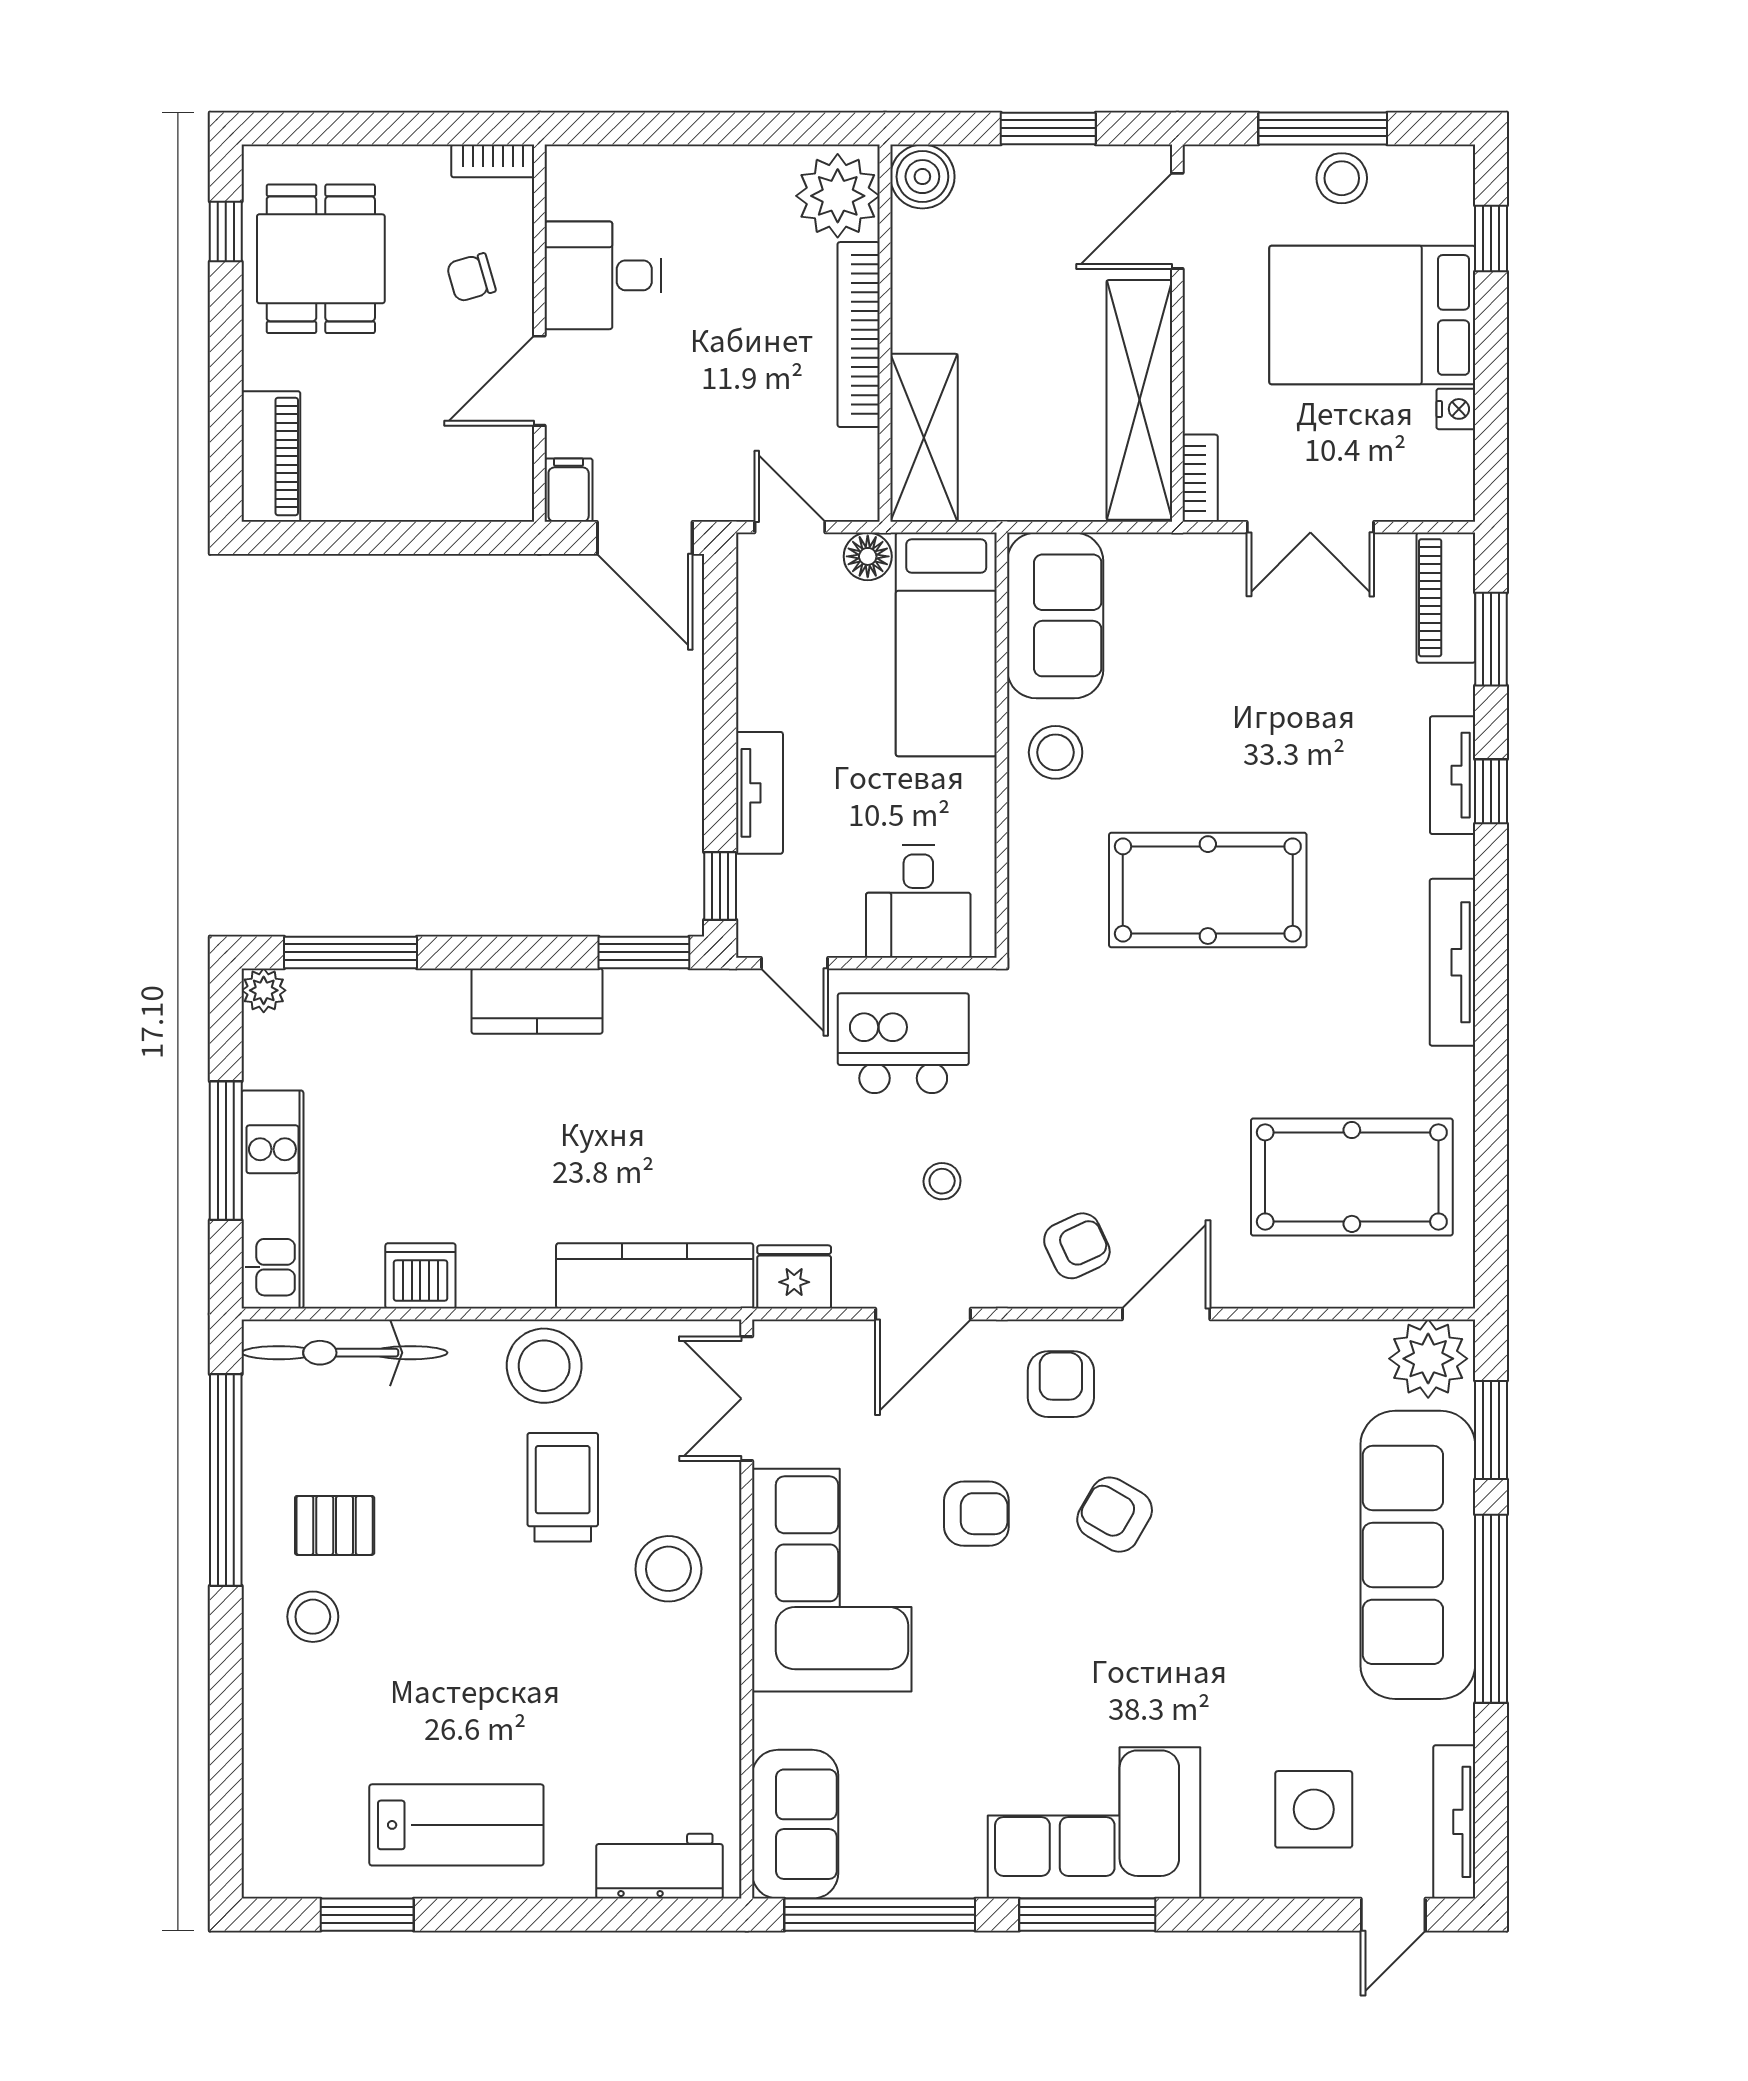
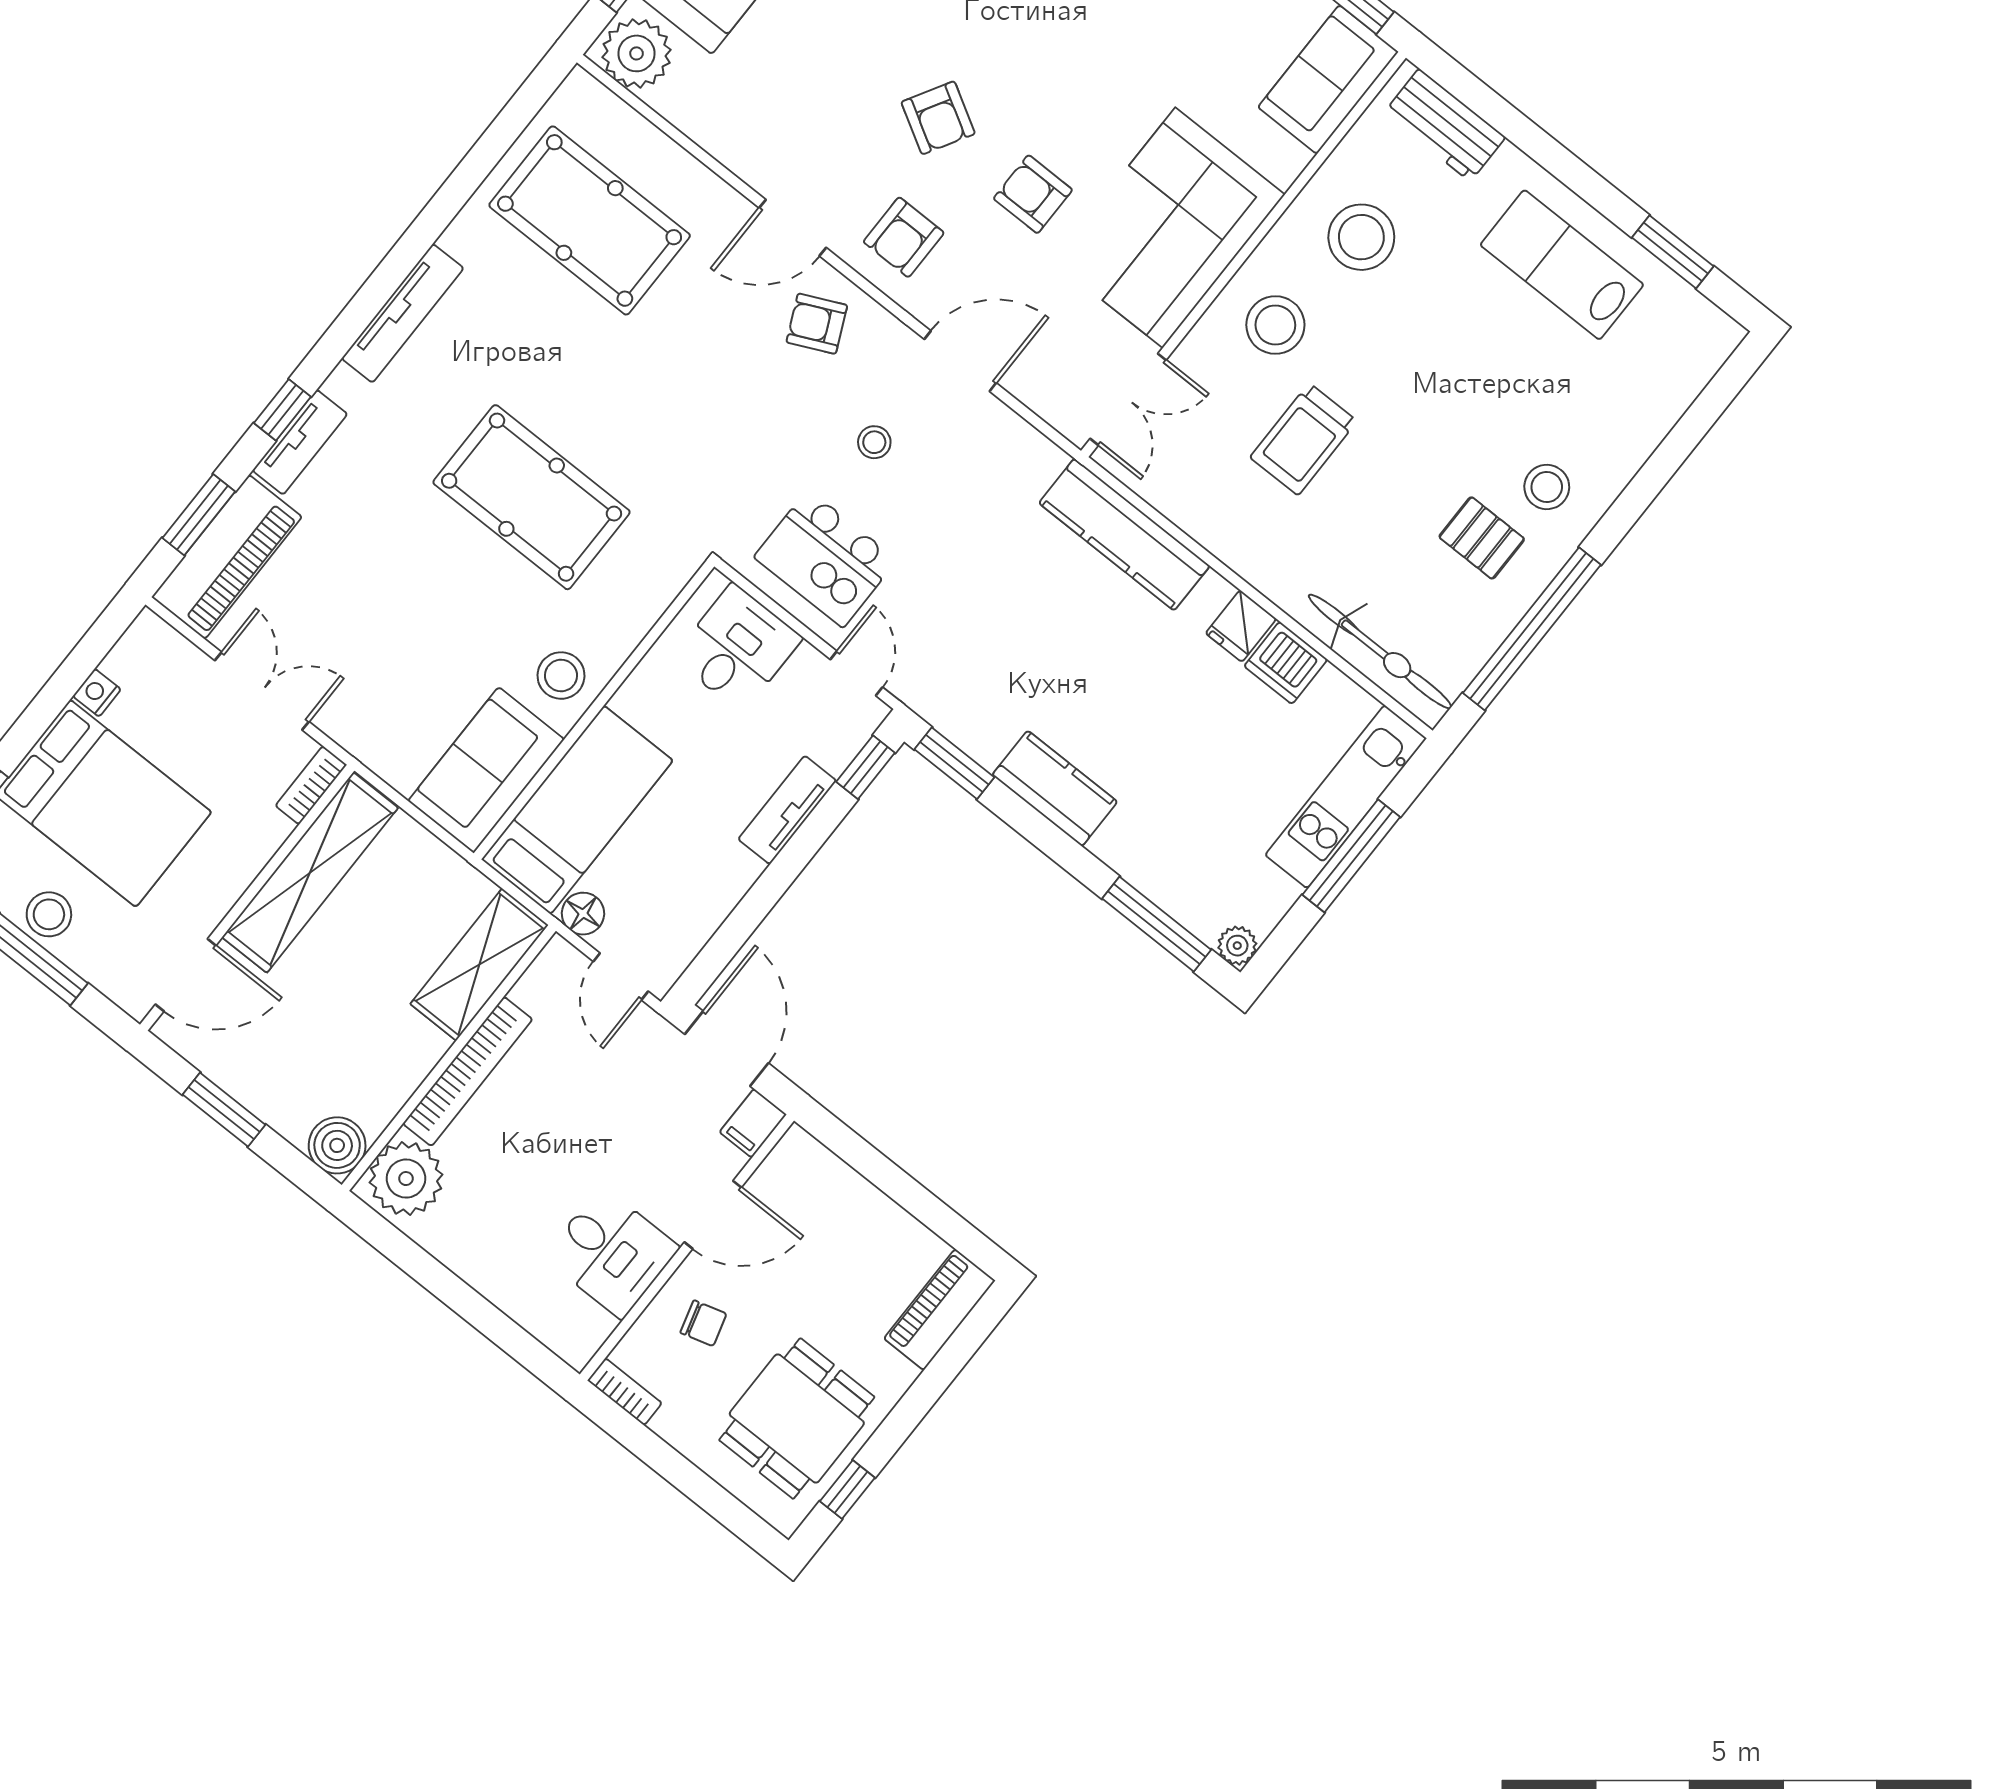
piano: (1446, 598) -> (227, 557), width x1.37, depth x1.33
fridge: (794, 1277) -> (1241, 626), moved, width x0.72
stool: (544, 1366) -> (1361, 237), moved

